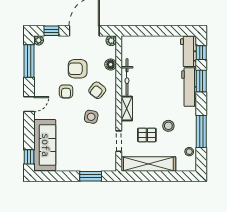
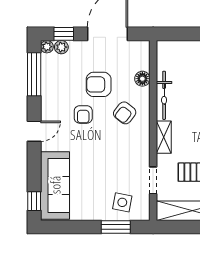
plant: (111, 41) -> (61, 47), moved
side table: (91, 117) -> (122, 202), moved

